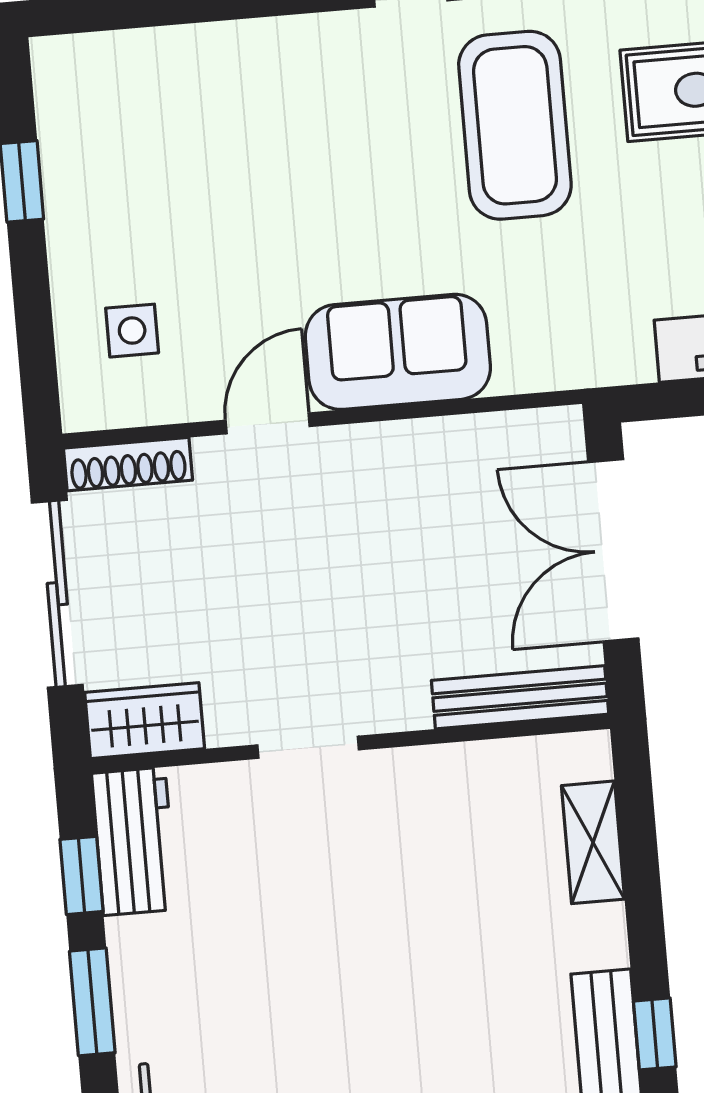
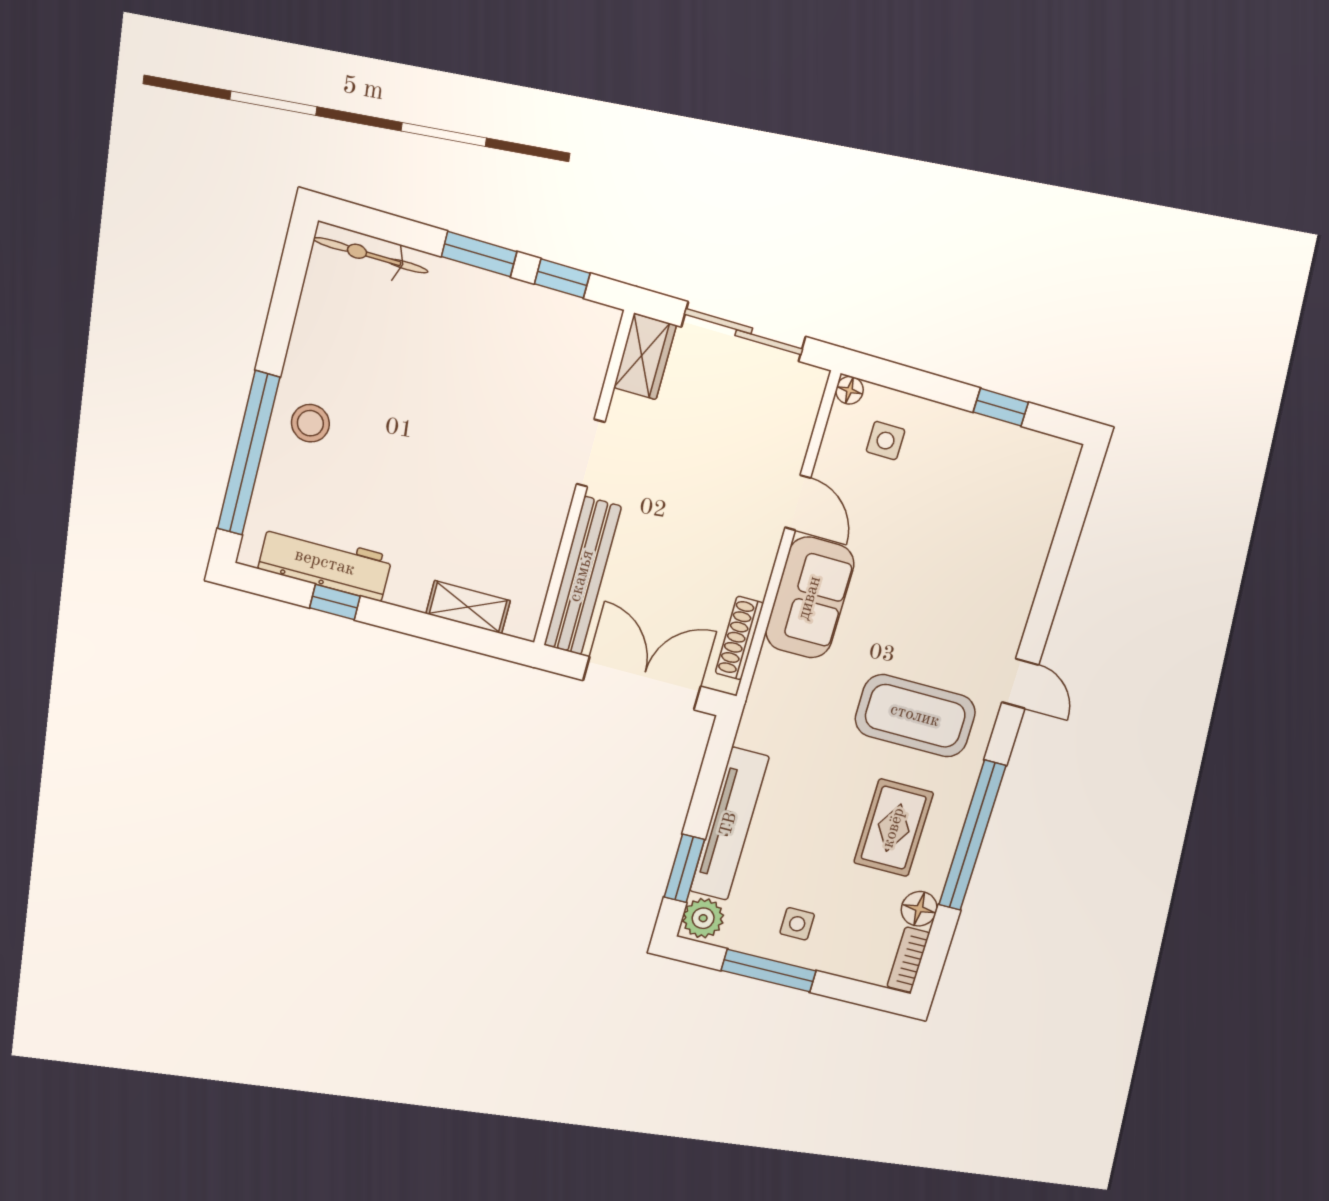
floor lamp: (81, 411) -> (849, 390), added
shoe rack: (128, 464) -> (739, 638), moved
bench: (520, 697) -> (582, 576), width x1.37, depth x1.21
workbench: (134, 841) -> (572, 321), removed

